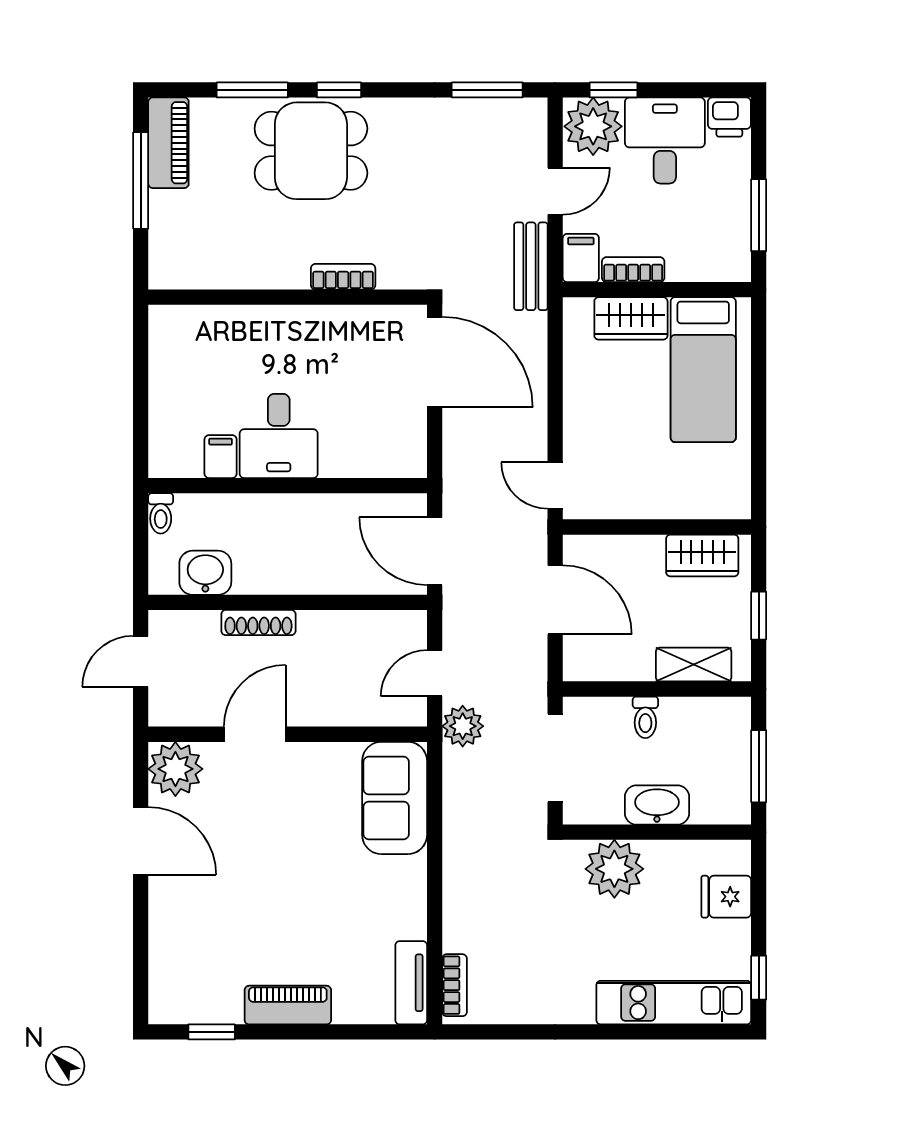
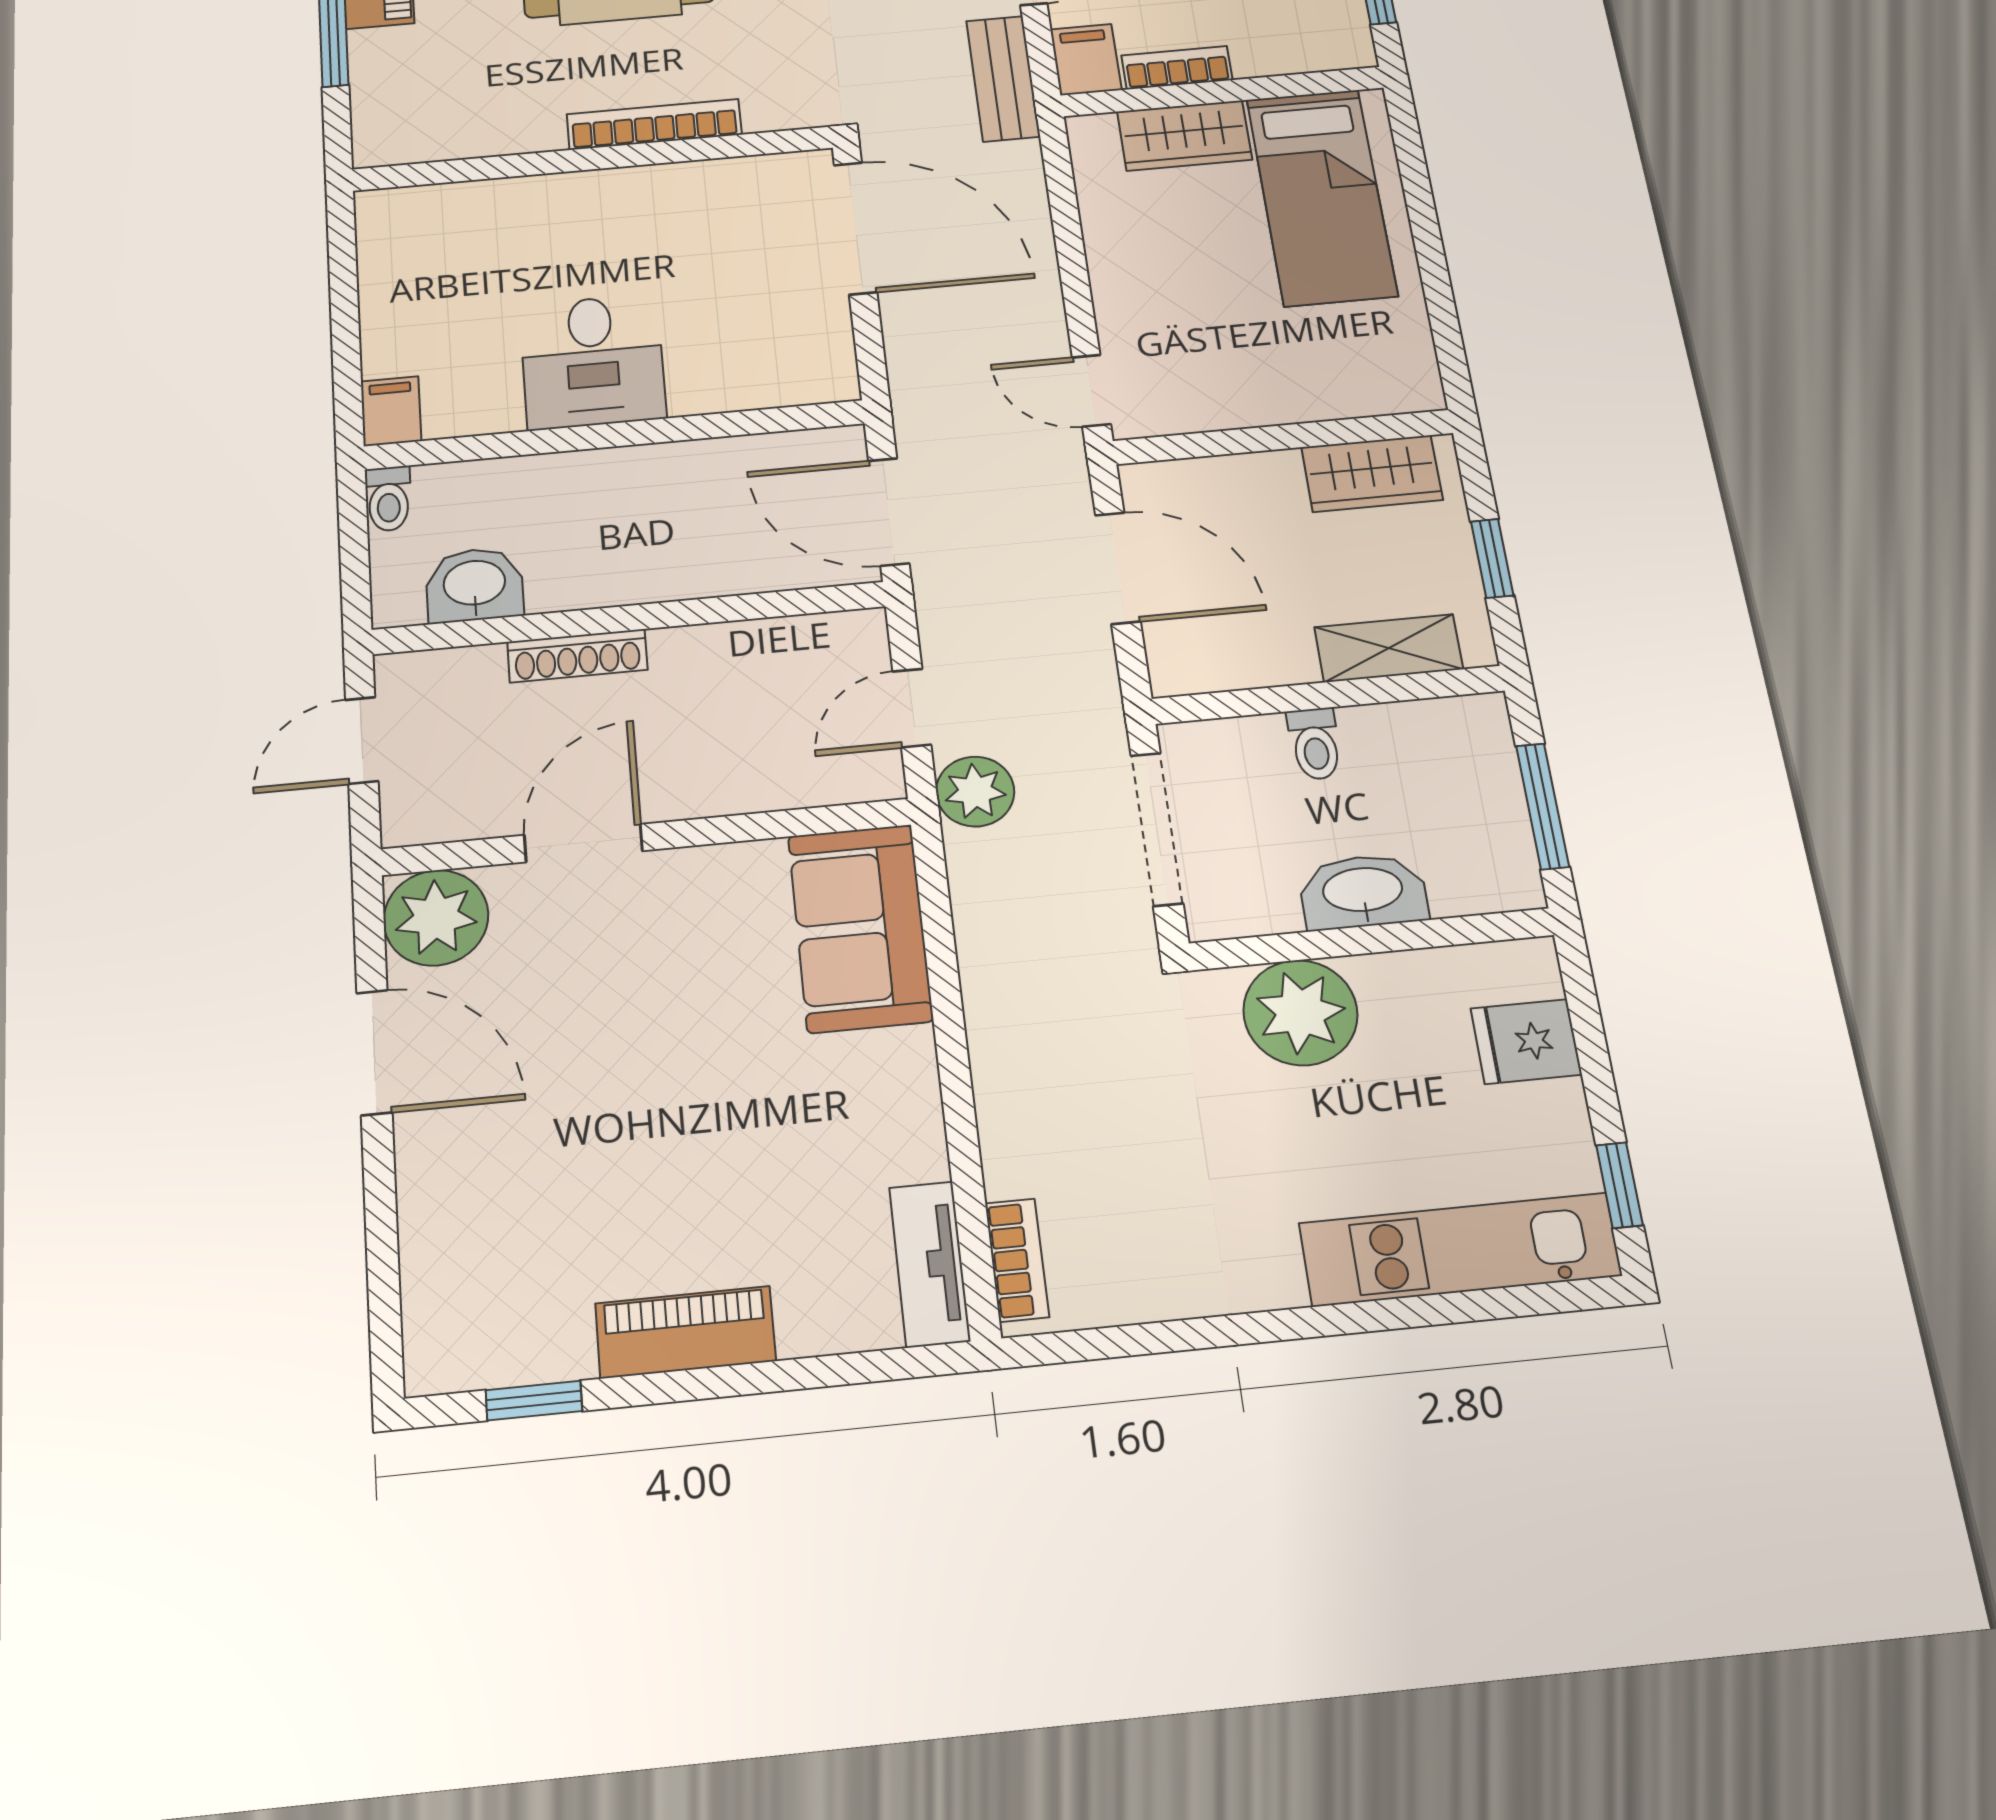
bookcase: (343, 277) -> (654, 124), width x1.56
filing cabinet: (221, 457) -> (391, 411), moved

